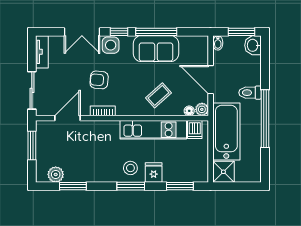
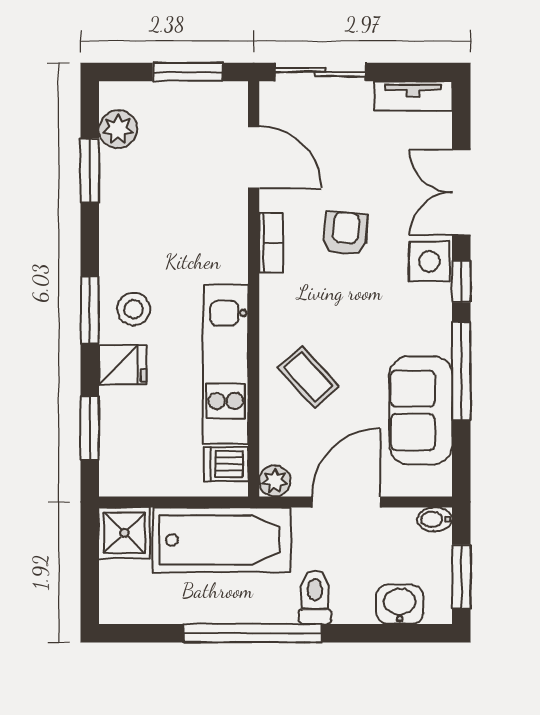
washbasin: (253, 45) -> (400, 604), moved
sofa: (156, 49) -> (421, 410), moved
floor lamp: (189, 111) -> (271, 451), removed

